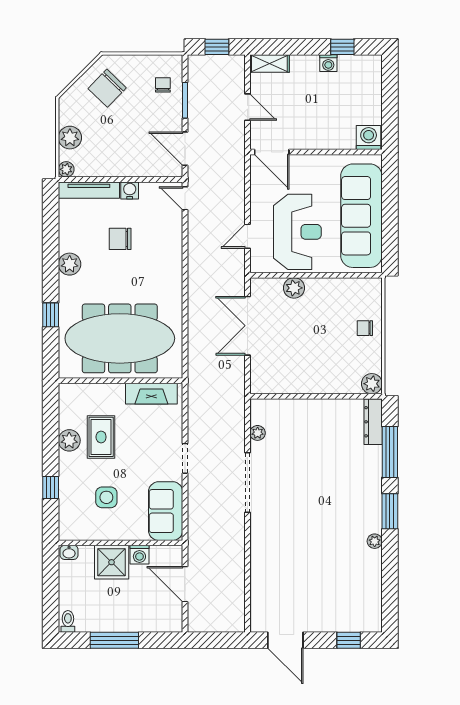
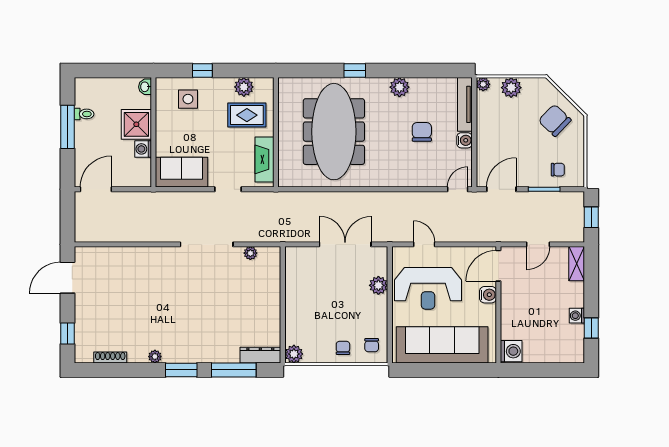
water cooler: (305, 164) -> (488, 295), added
chair: (362, 296) -> (372, 345), added
wall: (121, 381) -> (276, 132), moved
fireplace: (151, 394) -> (264, 159), moved
side table: (106, 497) -> (188, 99), moved
door: (185, 584) -> (96, 189), moved
shoe rack: (376, 592) -> (110, 357), added
toilet: (68, 621) -> (84, 114), moved

